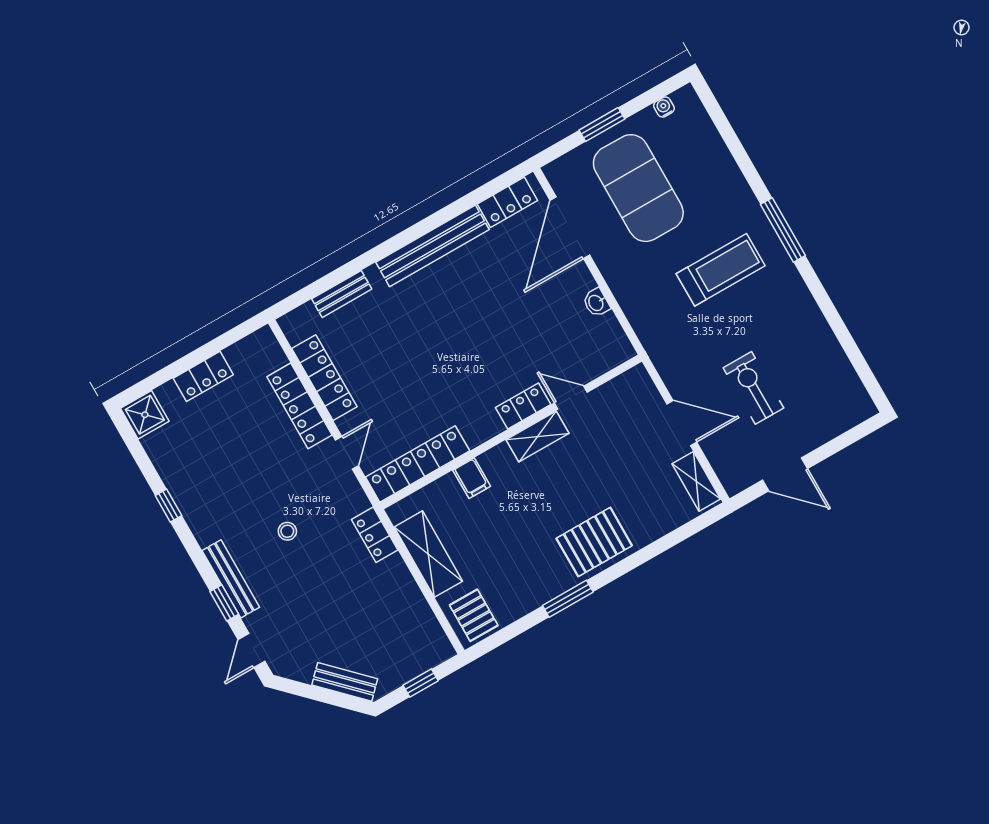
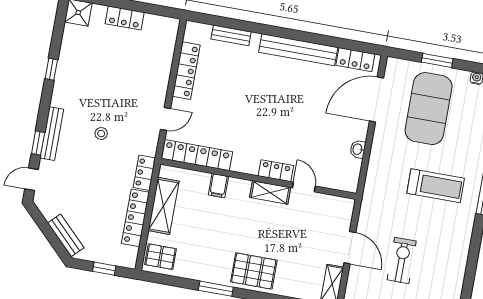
locker: (299, 406) -> (135, 218), moved
pallet: (474, 615) -> (161, 257), turned 90

